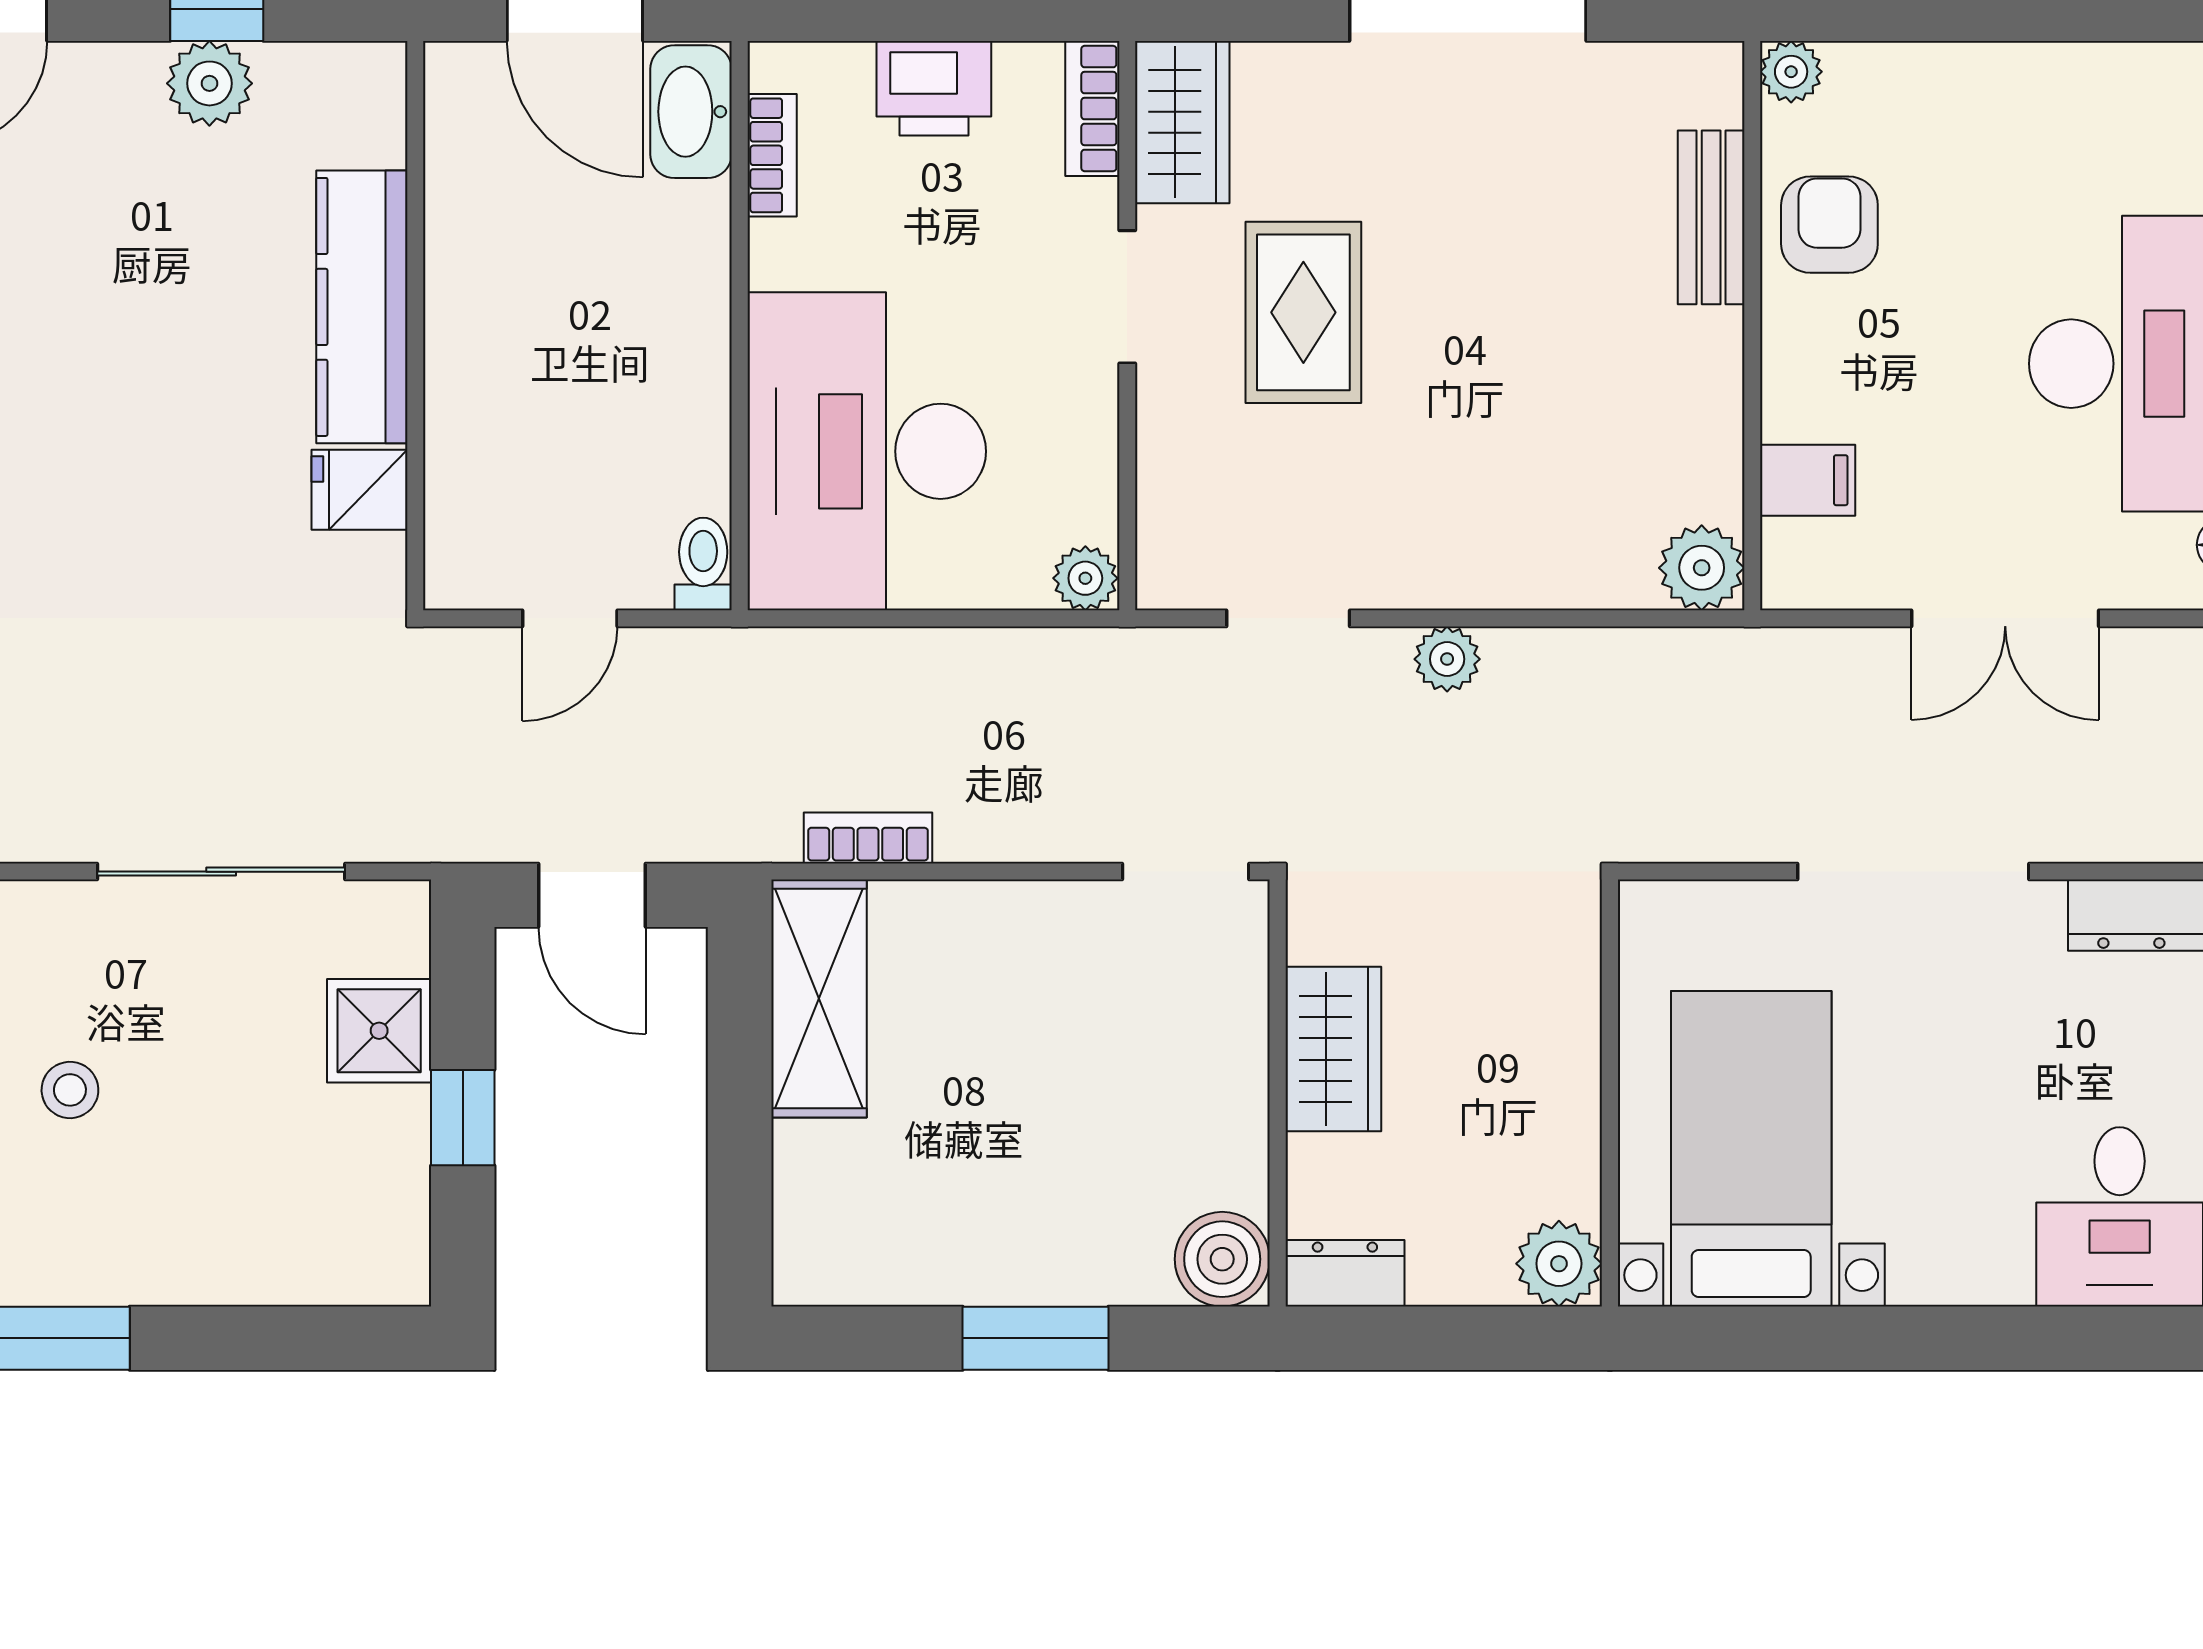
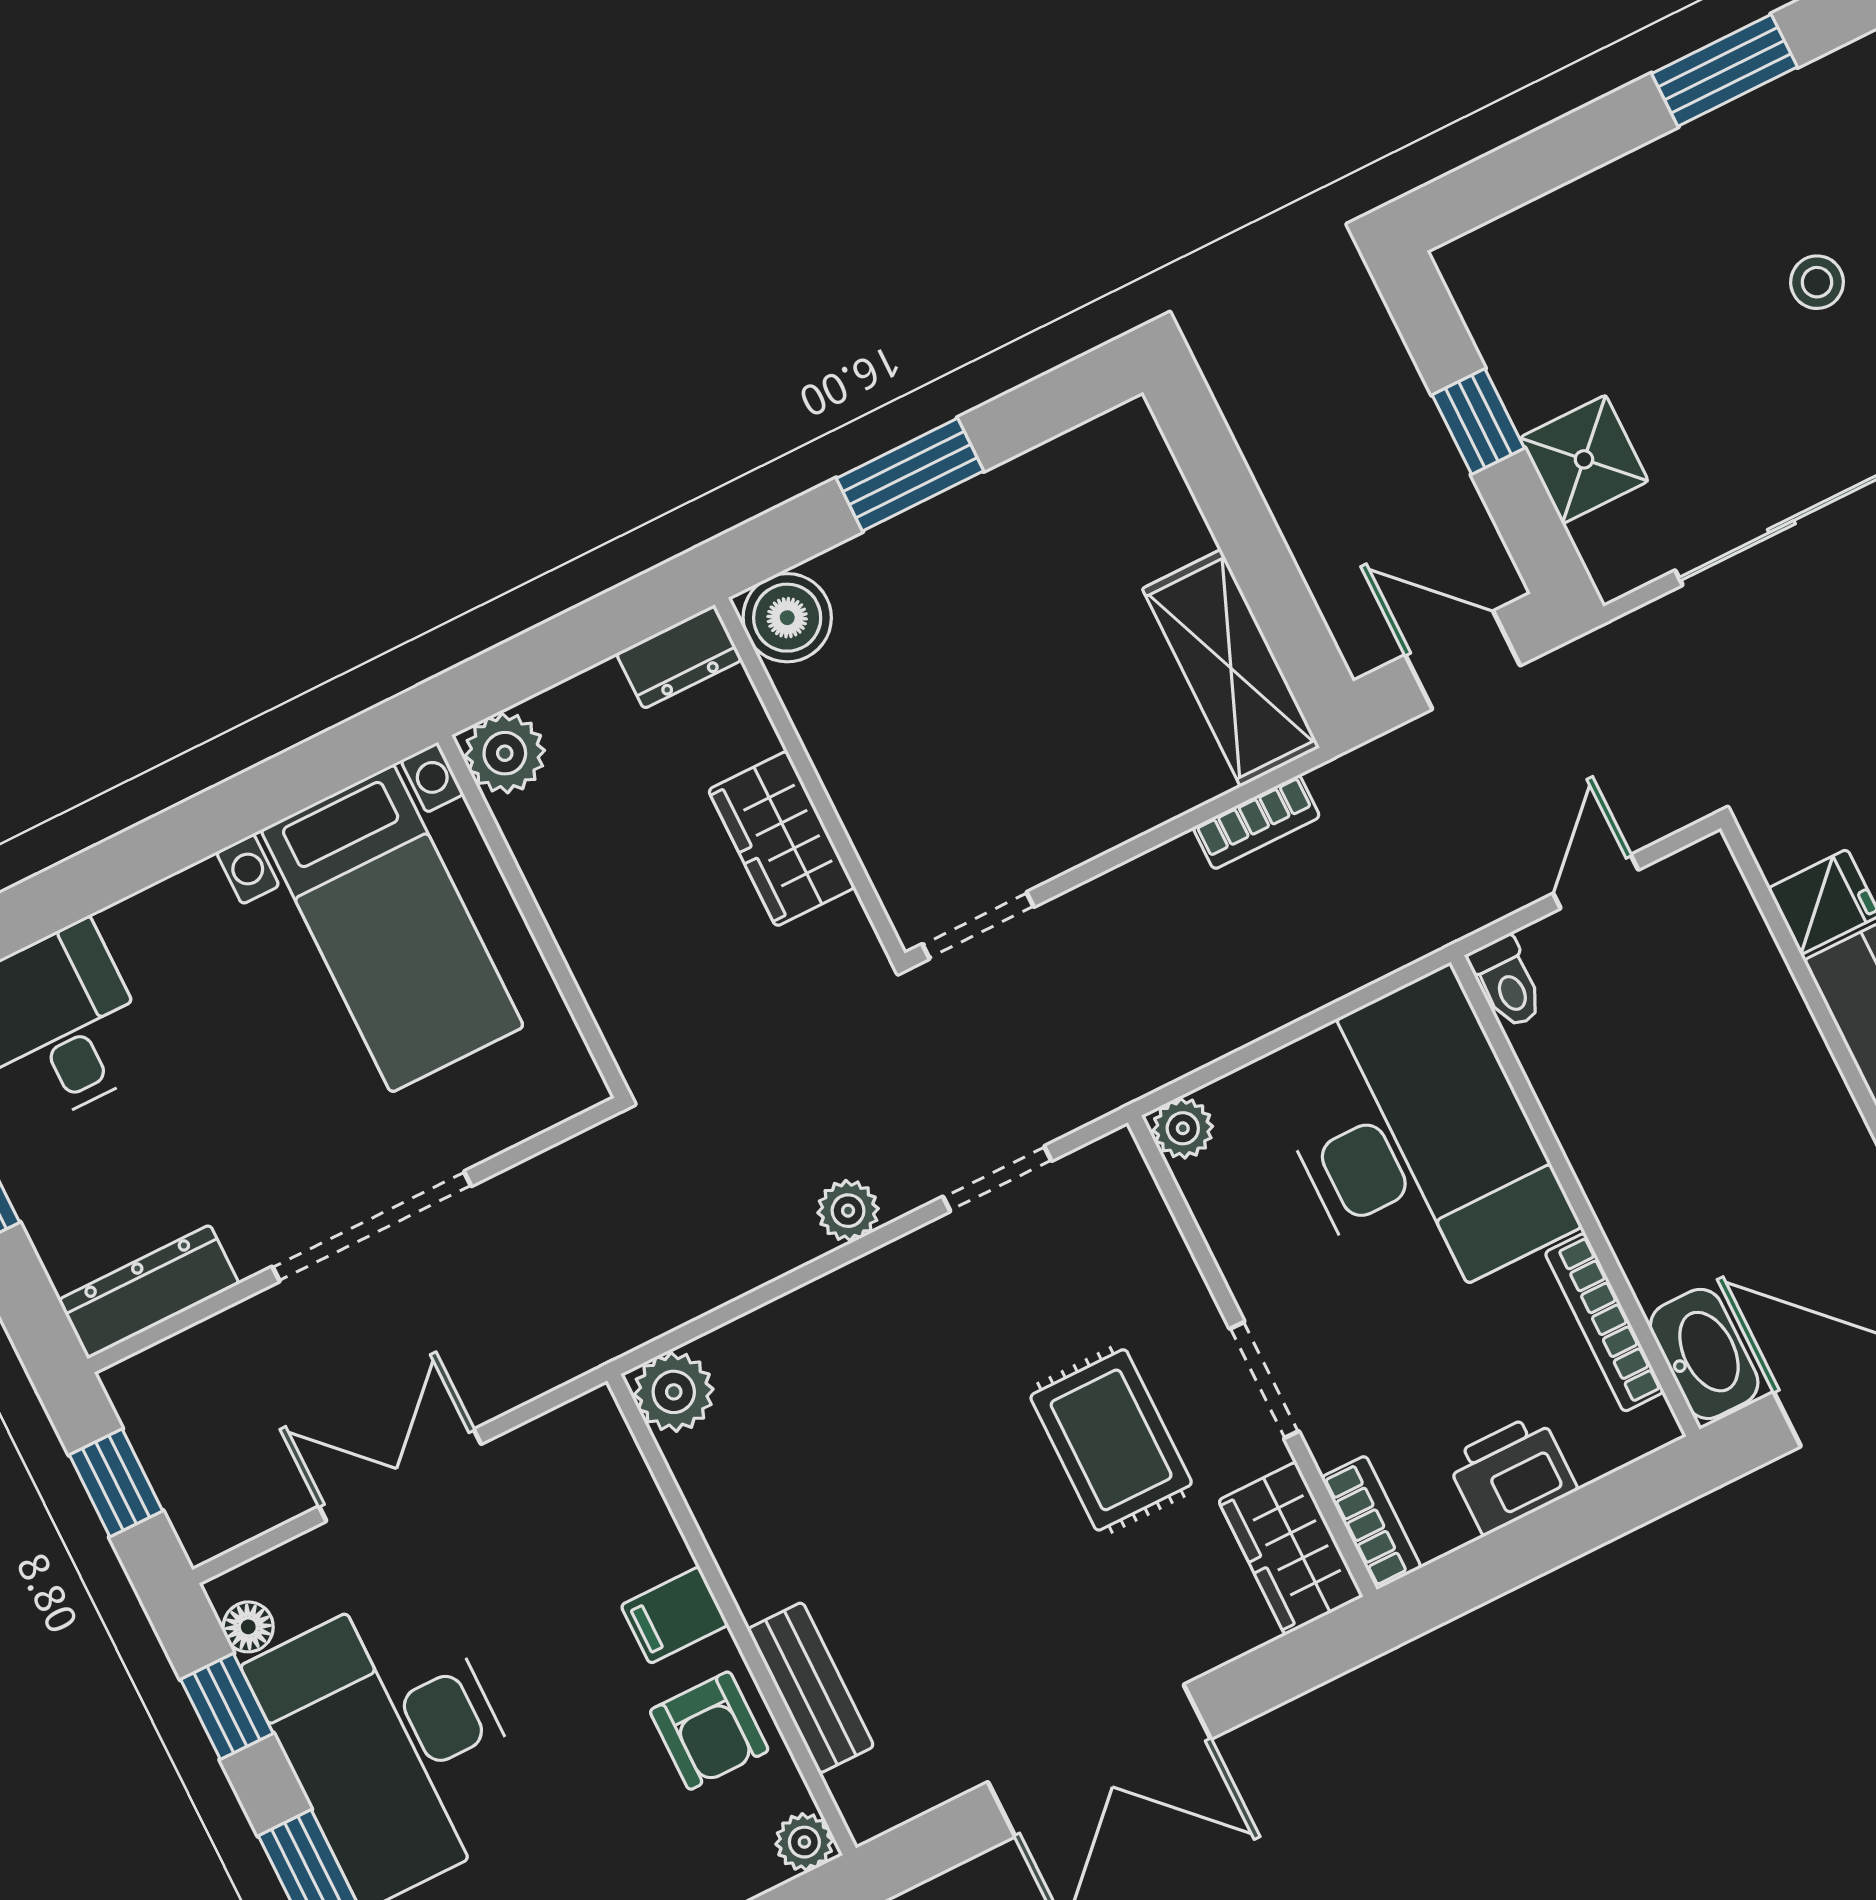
bookcase: (772, 155) -> (1604, 1322), width x1.56
filing cabinet: (1808, 480) -> (675, 1615), moved

